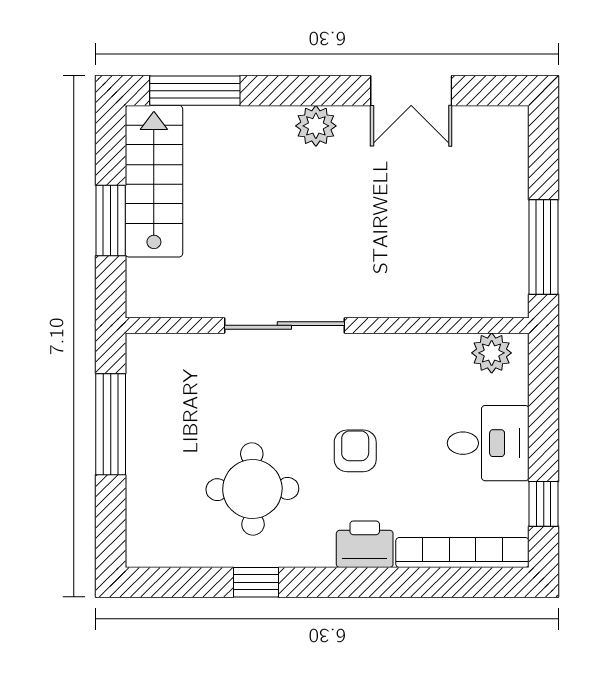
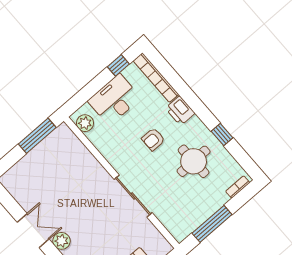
double door: (411, 91) -> (33, 231), moved
desk: (488, 443) -> (114, 99), width x1.37
bookcase: (137, 528) -> (238, 187), added

